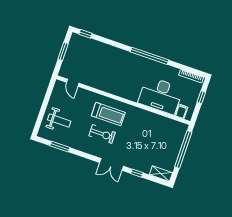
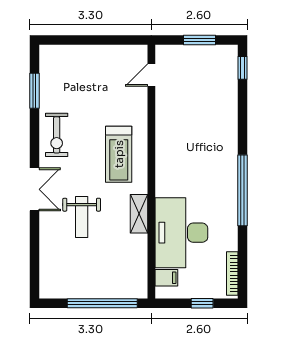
weight bench: (59, 120) -> (82, 217), moved
exercise bike: (102, 134) -> (57, 135), moved
double door: (111, 164) -> (34, 189), swing flipped
window: (137, 173) -> (34, 238), removed
shelving: (161, 174) -> (139, 214), moved

